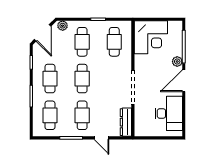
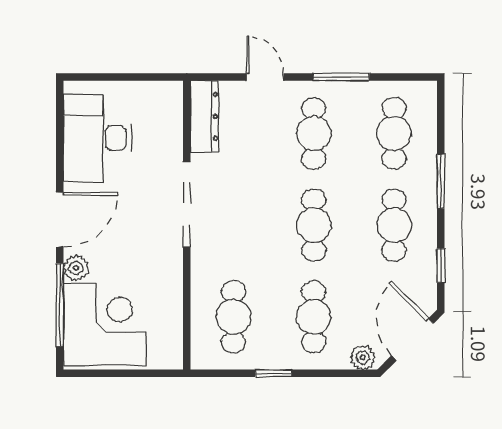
corner desk: (151, 37) -> (105, 324), moved, turned 90

